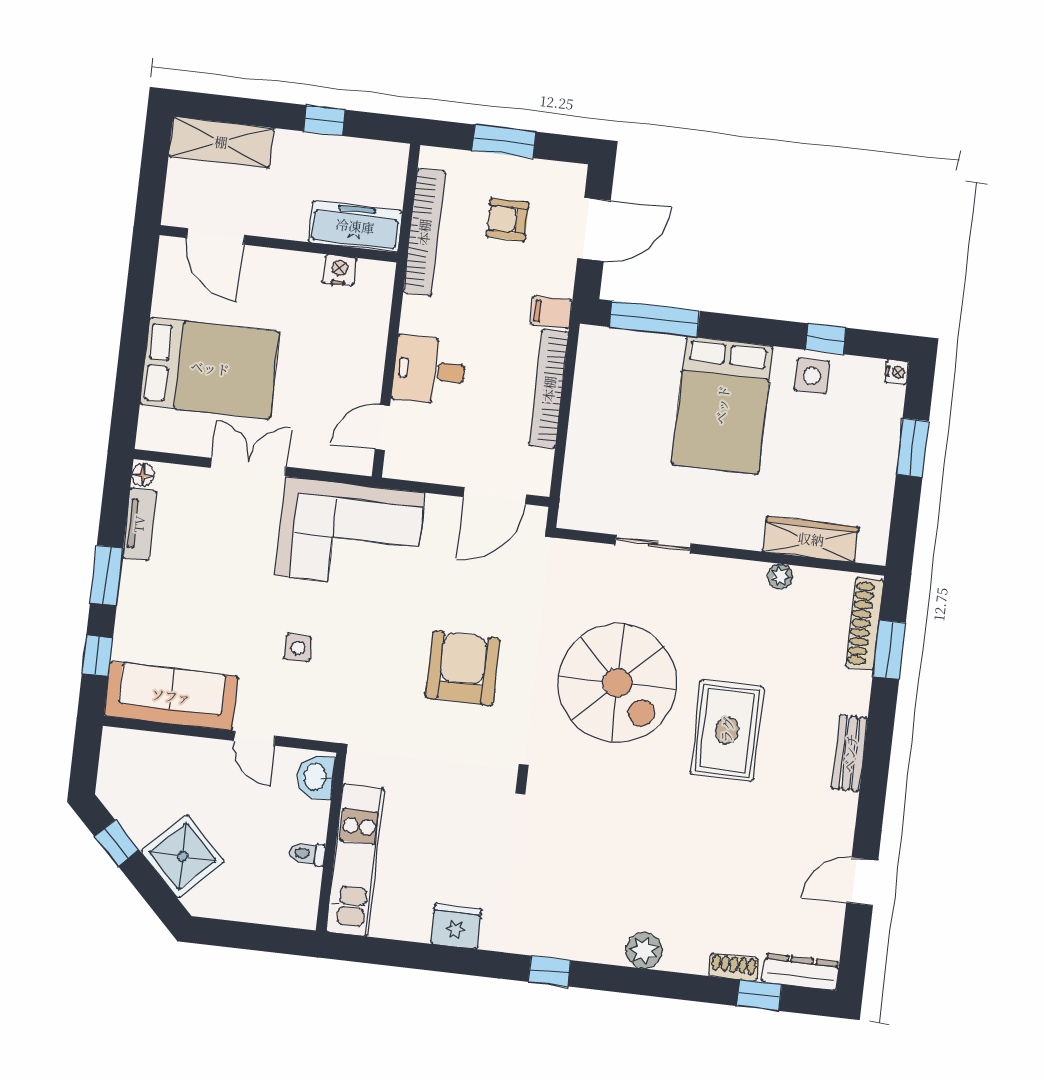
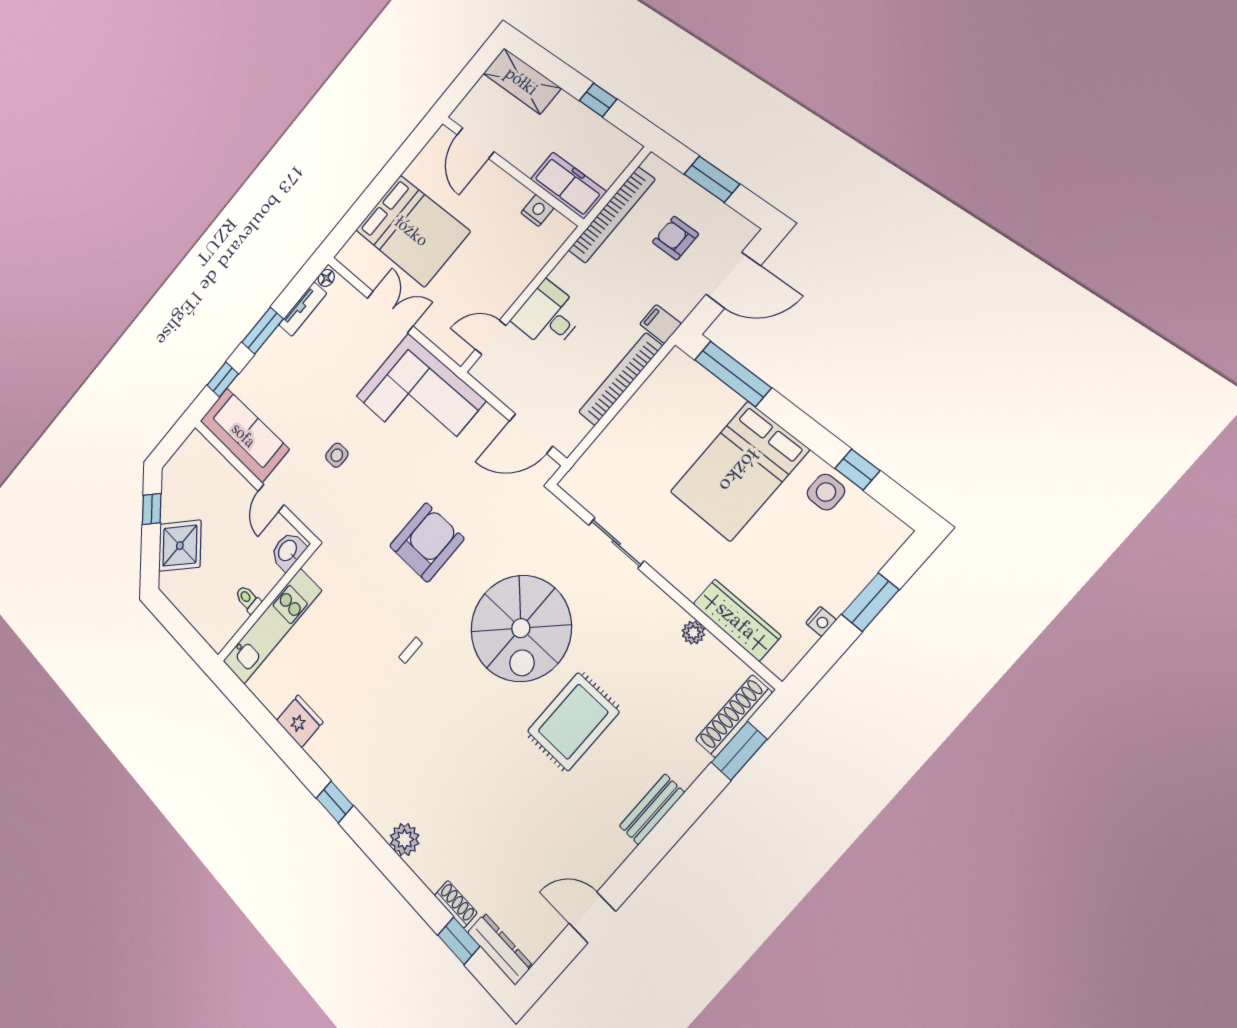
nightstand: (897, 372) -> (821, 621), moved

